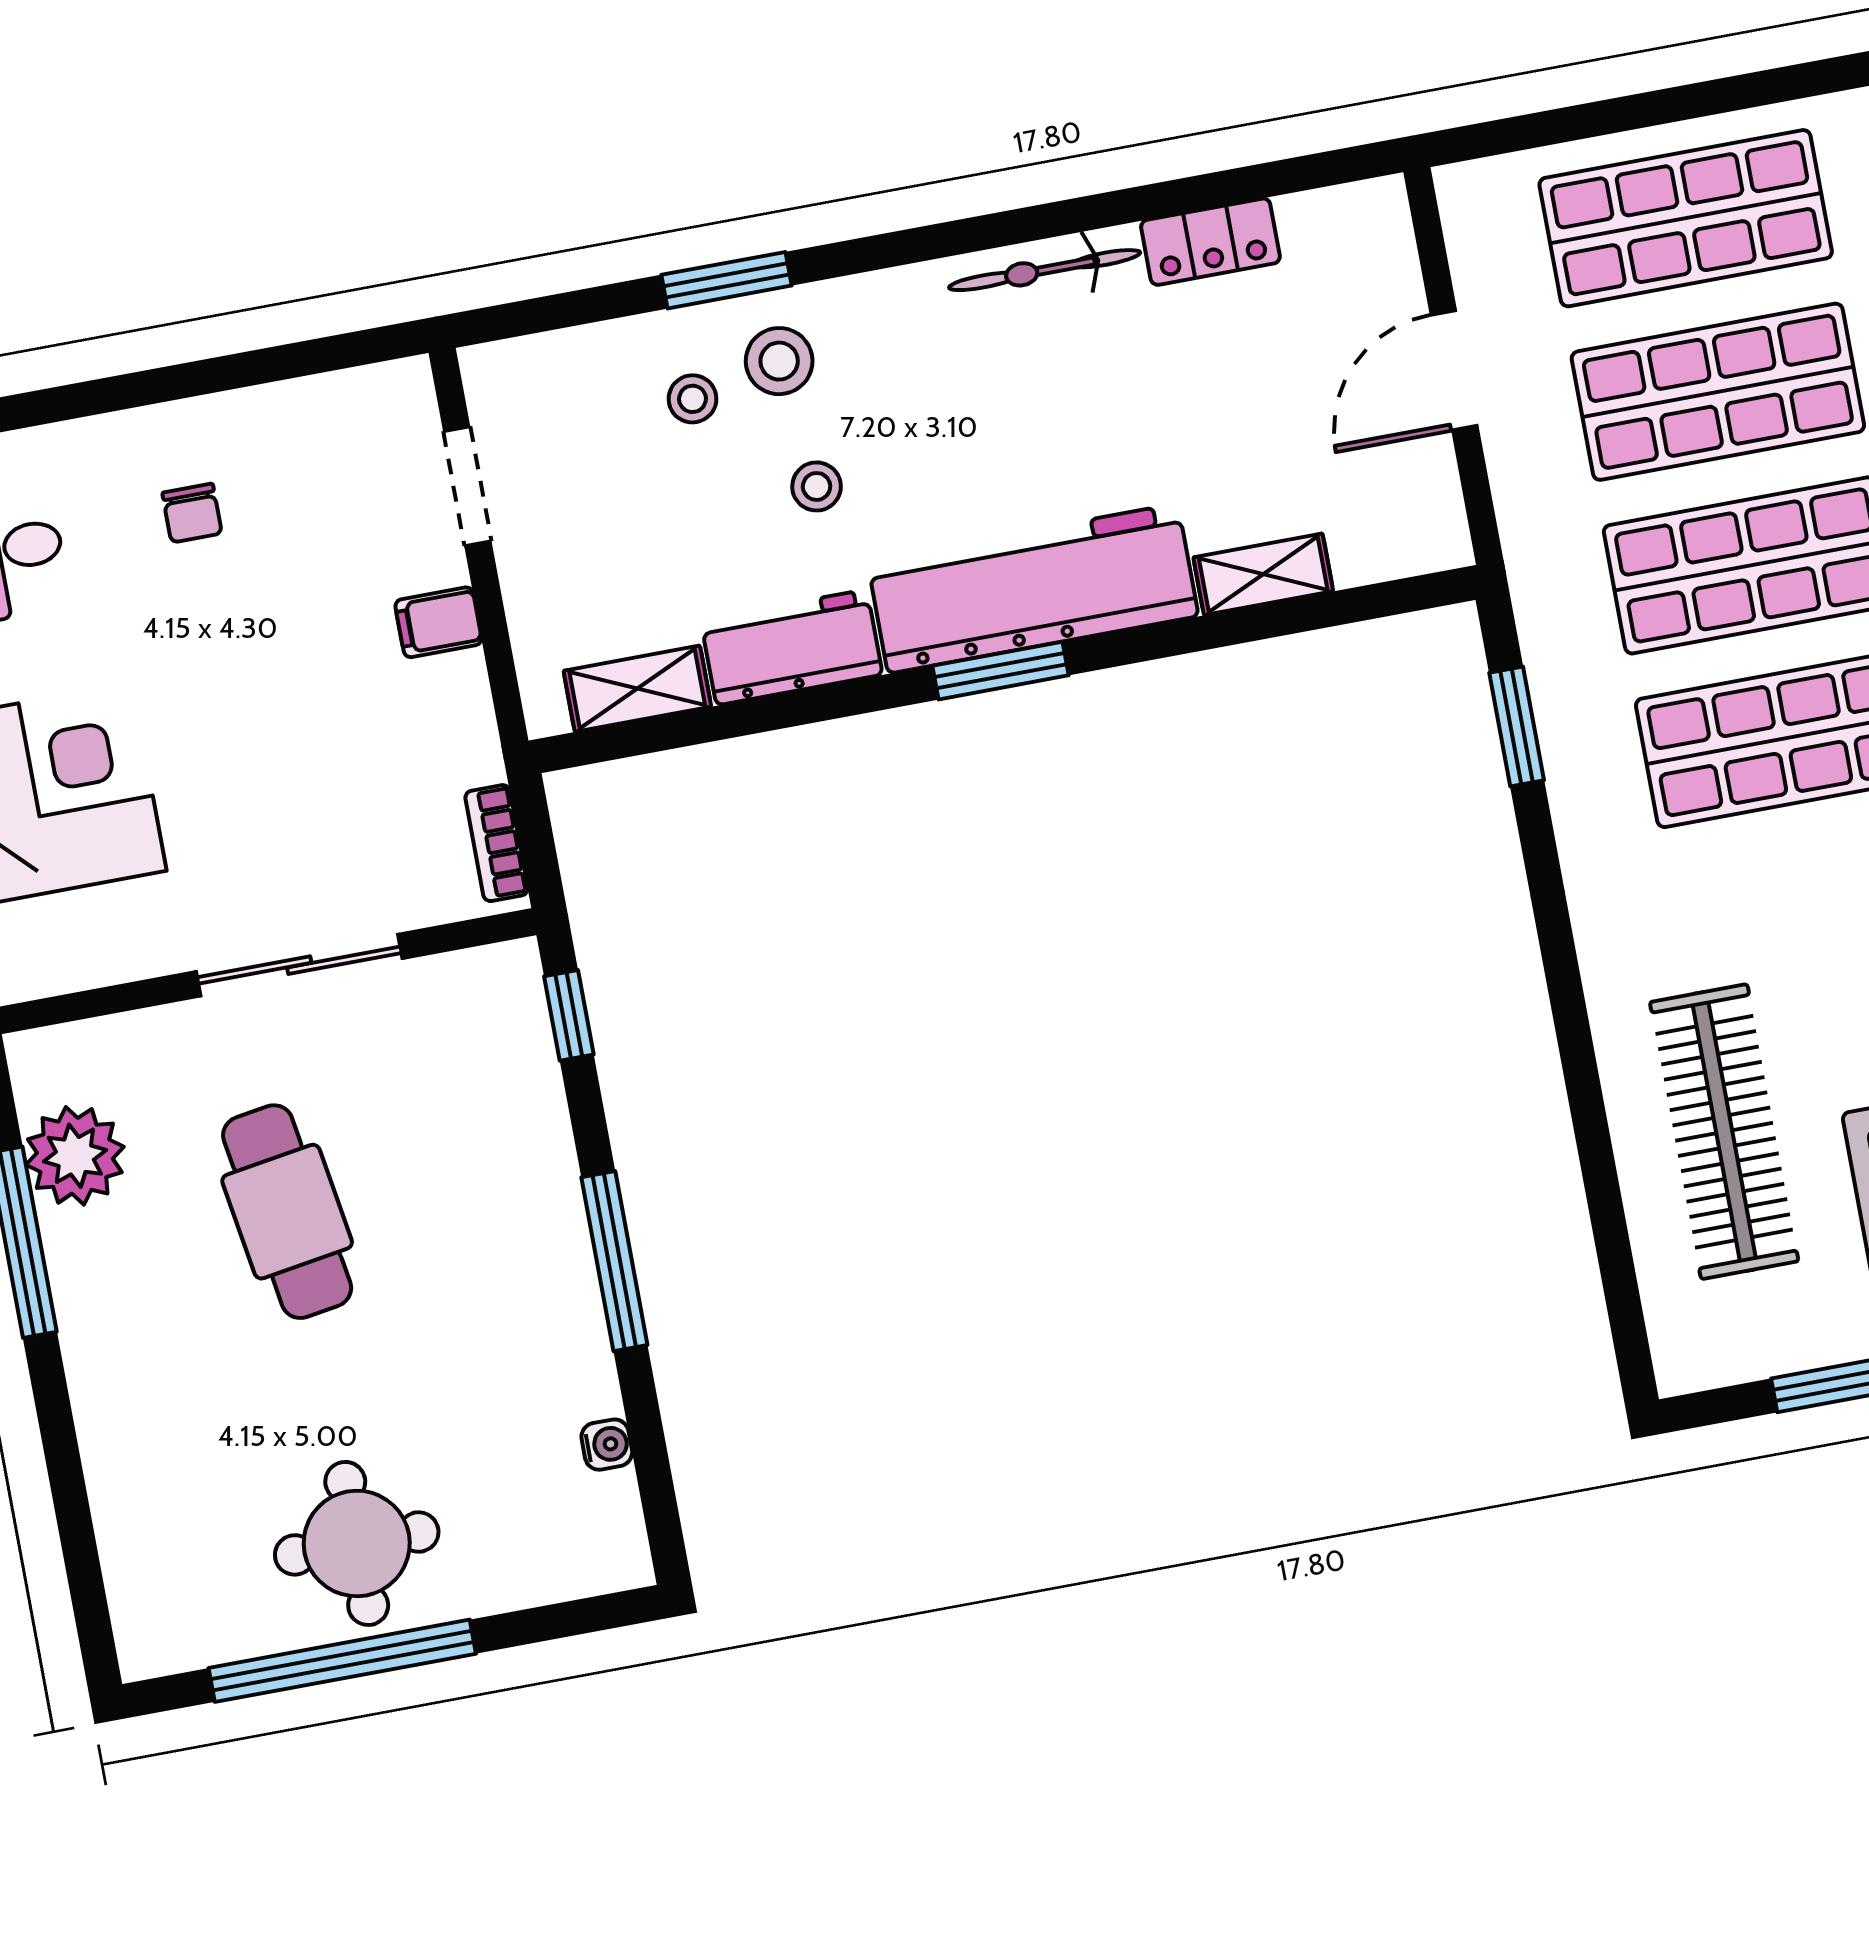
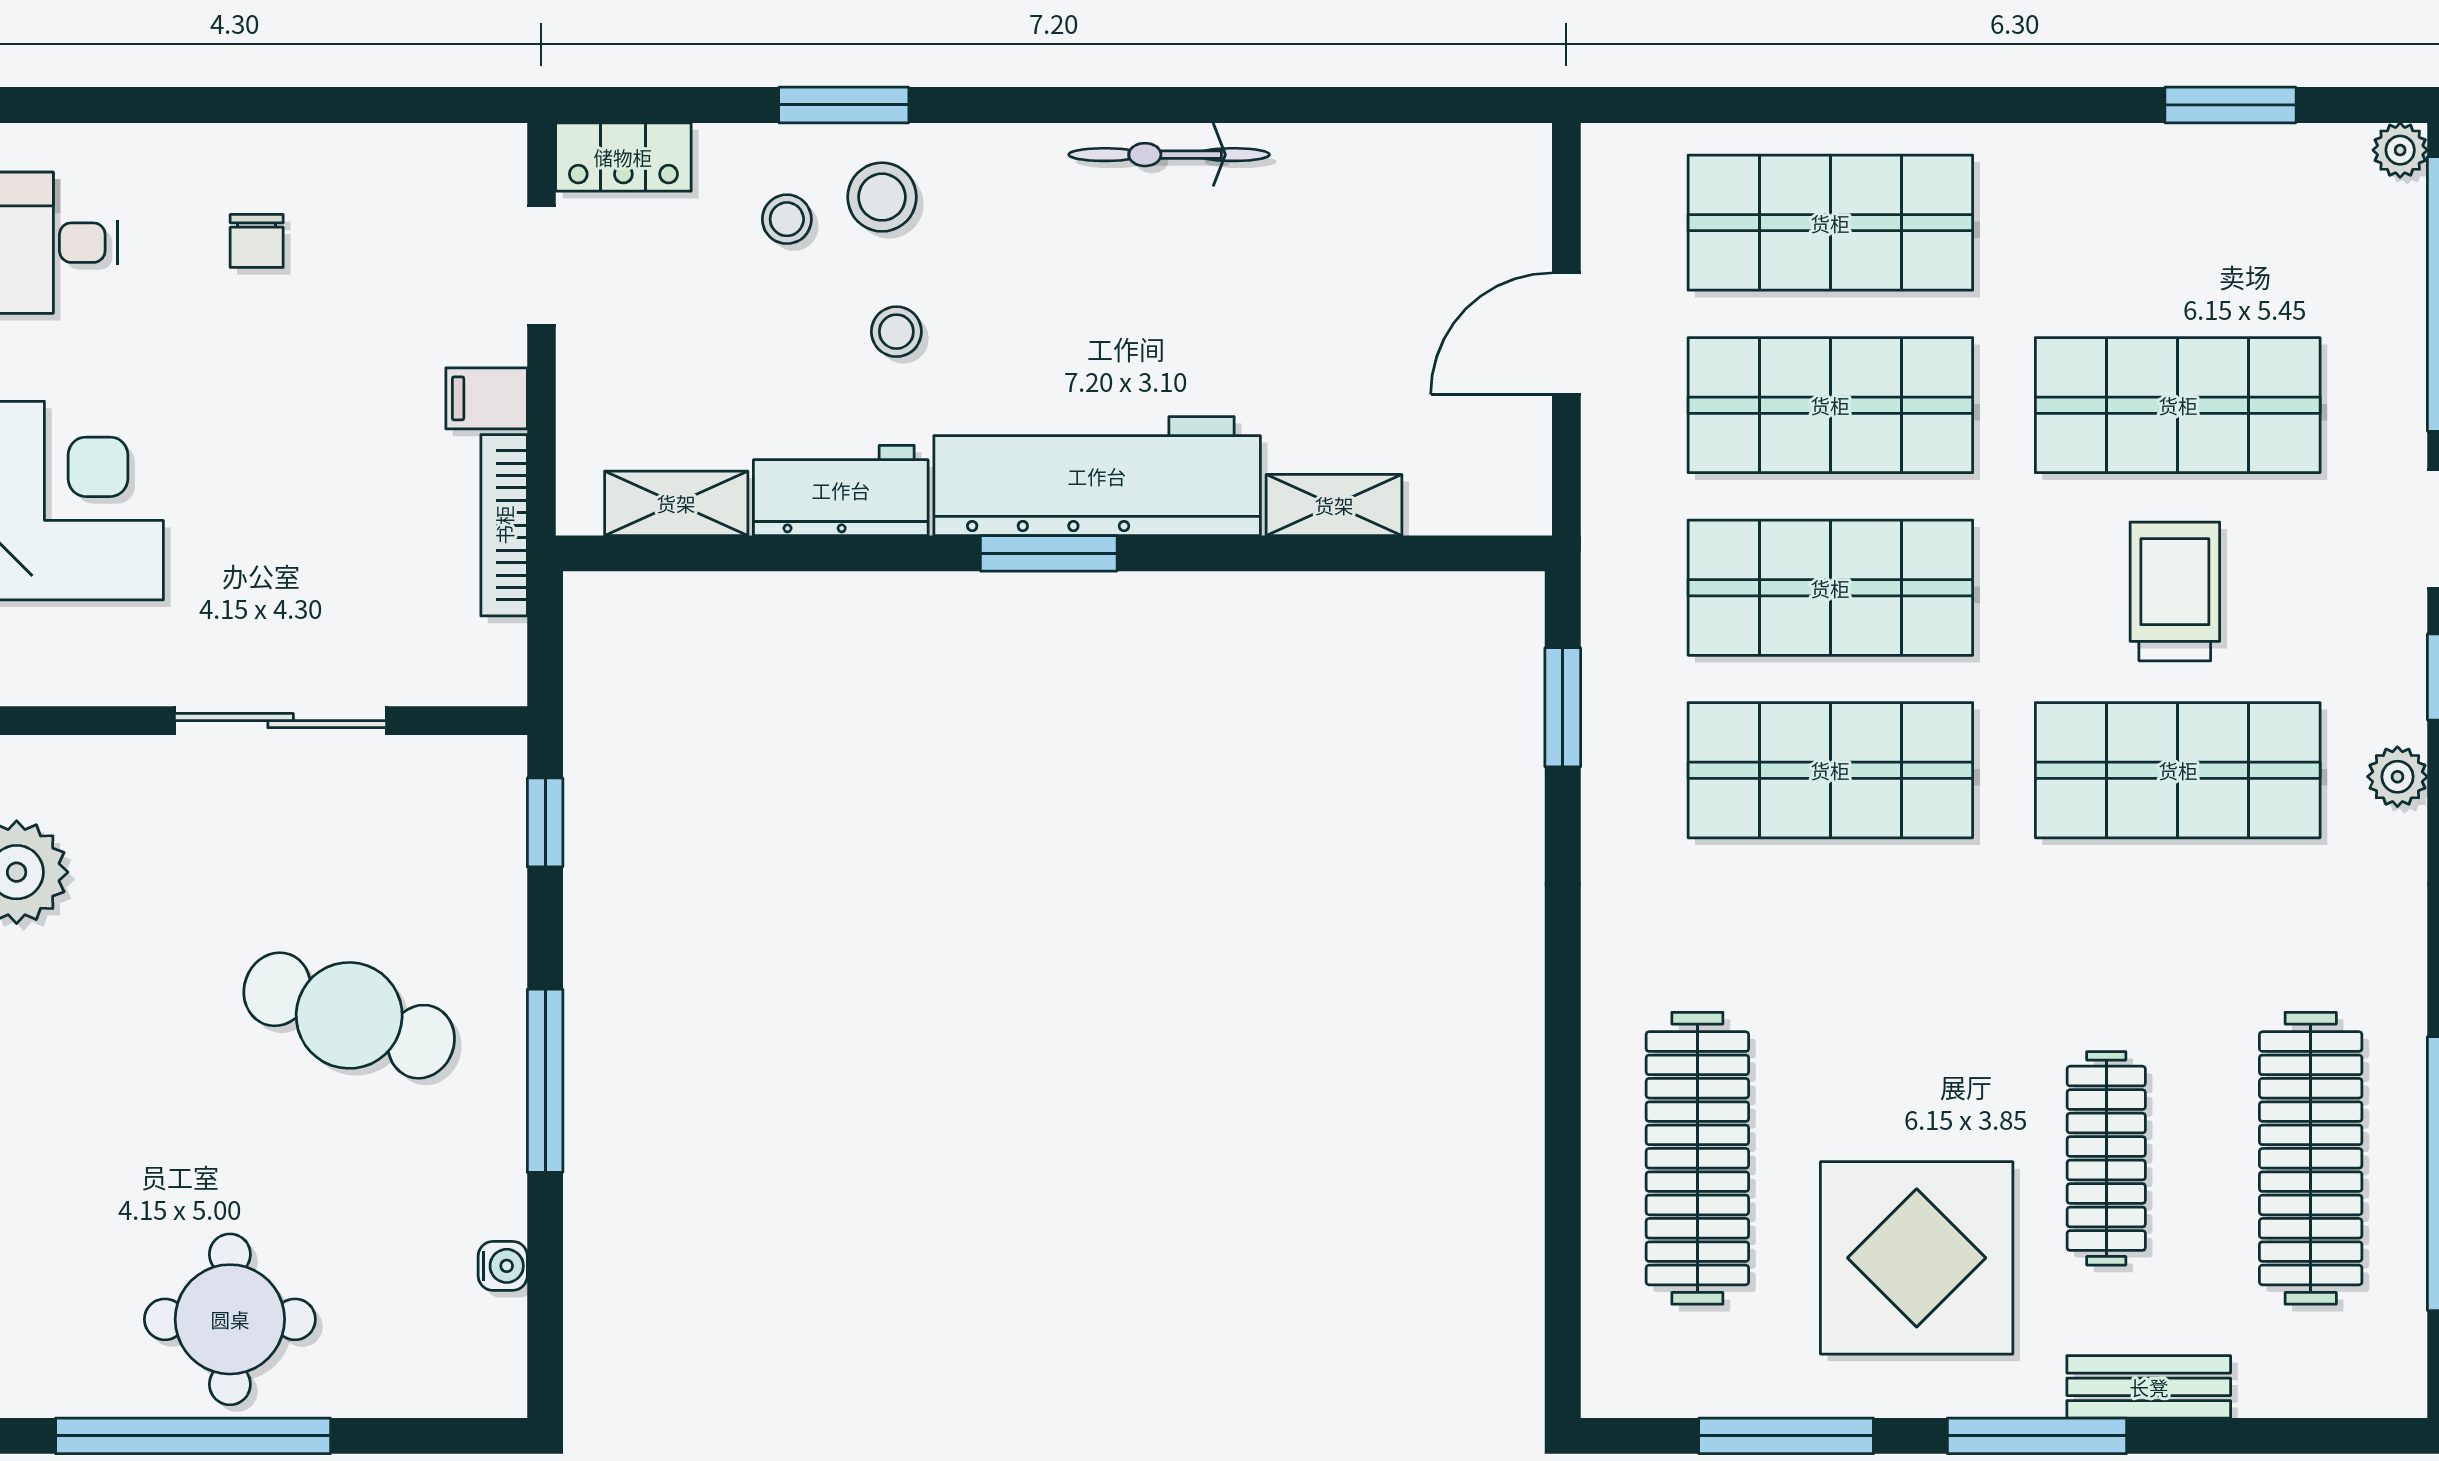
locker: (1210, 242) -> (623, 157), moved
bookcase: (497, 843) -> (504, 525), moved, width x1.56
cafe table: (287, 1212) -> (349, 1015), moved, turned -61

